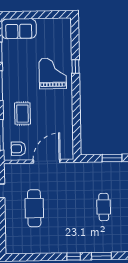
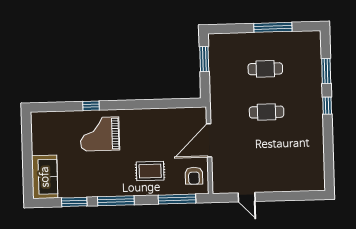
door: (47, 161) -> (209, 140), hinge flipped
cafe table: (34, 208) -> (267, 112), moved, width x0.73, depth x0.74

